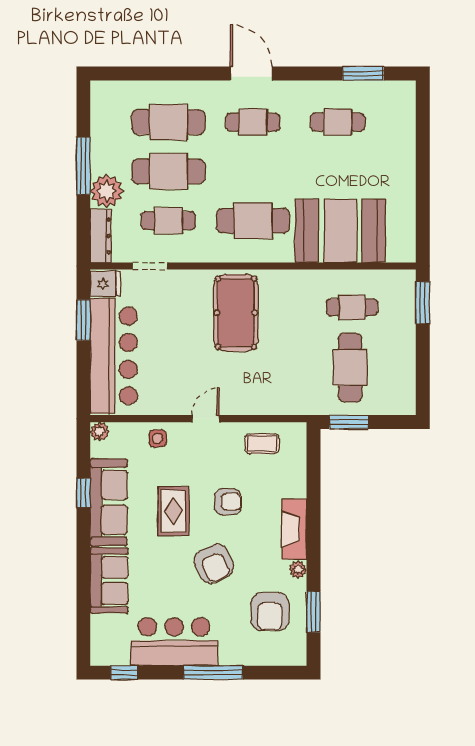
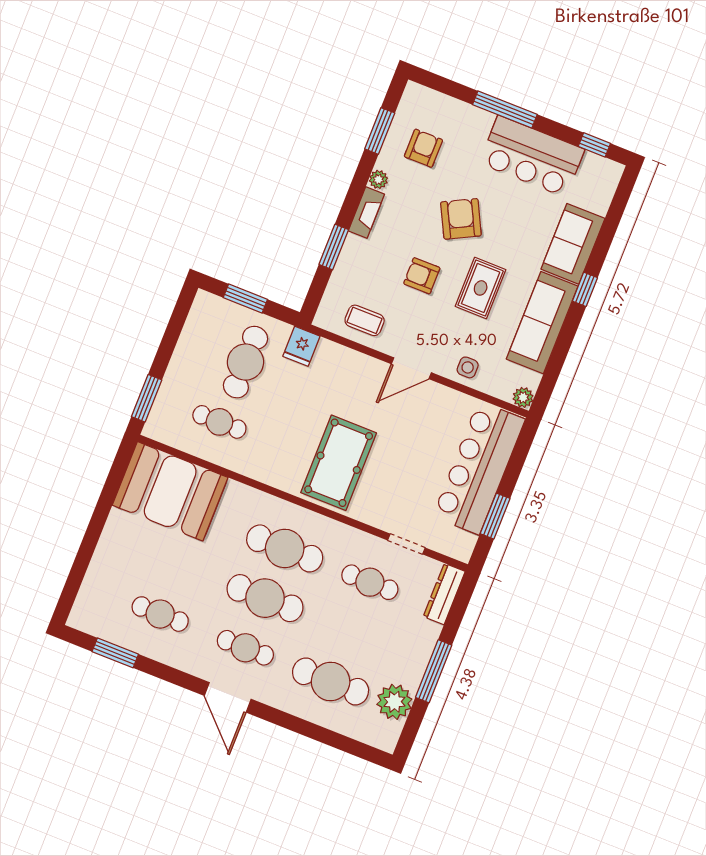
cafe table: (168, 171) -> (265, 598), moved
plant: (107, 191) -> (394, 702), moved
booth: (340, 231) -> (170, 491), moved
fridge: (105, 284) -> (301, 346), moved, turned -90
door: (205, 419) -> (411, 368), width x1.38
window: (349, 422) -> (245, 299), moved
window: (83, 493) -> (585, 289), moved
window: (313, 496) -> (334, 247), added
fireplace: (294, 529) -> (366, 212), width x0.73, depth x0.76
armchair: (270, 612) -> (423, 148), width x0.72, depth x0.72

